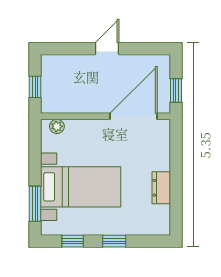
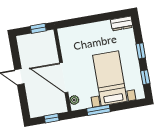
door: (134, 116) -> (64, 78), moved
dresser: (161, 188) -> (122, 24), moved
window: (35, 204) -> (98, 110), moved

